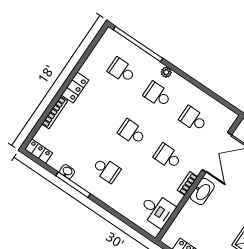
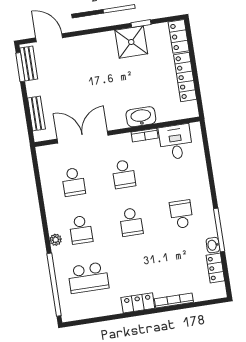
school desk: (122, 70) -> (88, 278), width x1.85
locker: (39, 151) -> (215, 268), moved
bookcase: (187, 183) -> (145, 135), moved
washbasin: (202, 191) -> (141, 117), moved

